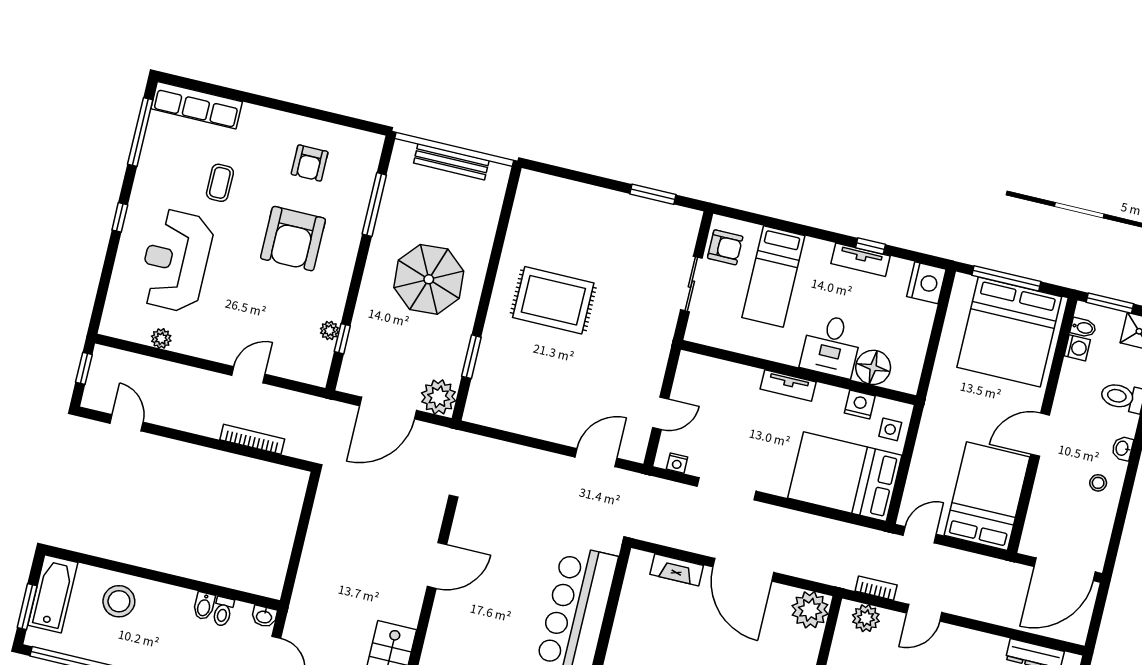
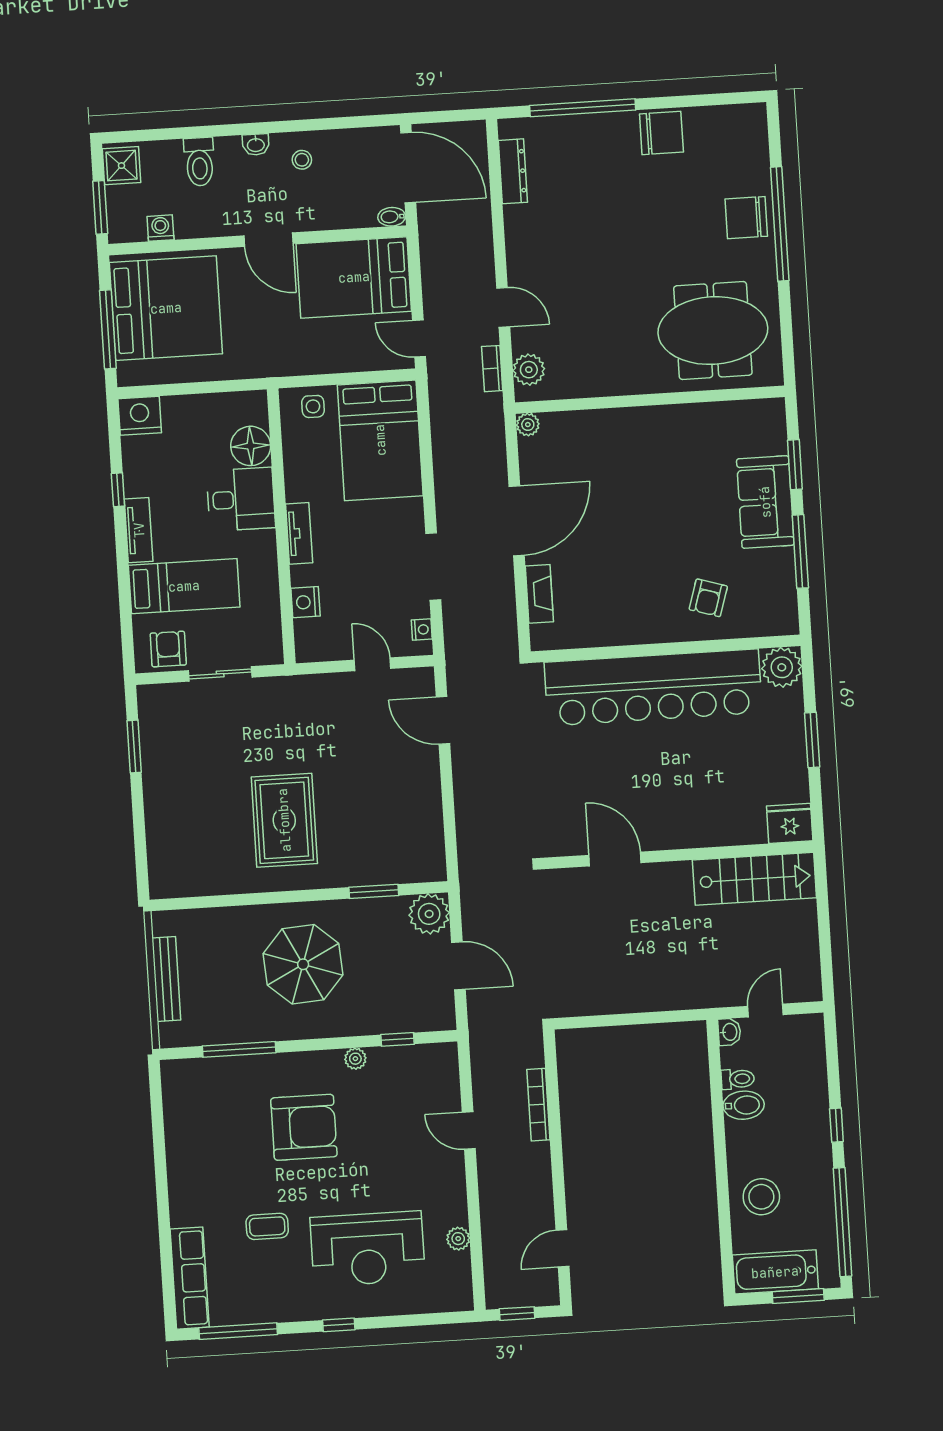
armchair: (310, 163) -> (215, 1134), removed
tv unit: (861, 260) -> (139, 530), moved
bidet: (1083, 328) -> (392, 217), moved, turned -90
plant: (329, 330) -> (355, 1059), moved
nightstand: (860, 404) -> (305, 602), moved
door: (388, 408) -> (458, 966), width x0.73
bidet: (204, 606) -> (744, 1105), width x1.38, depth x1.36
plant: (810, 610) -> (528, 425), width x0.53, depth x0.53

